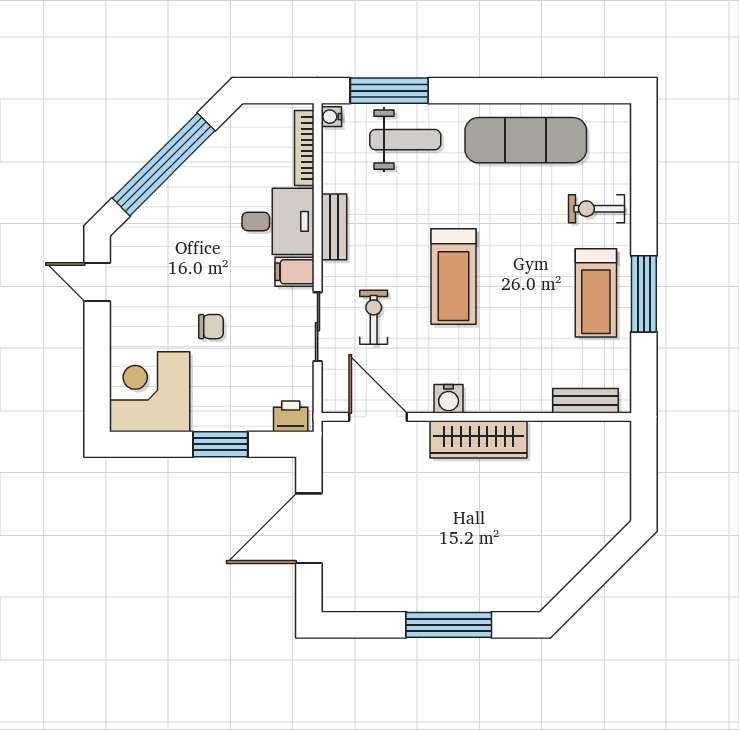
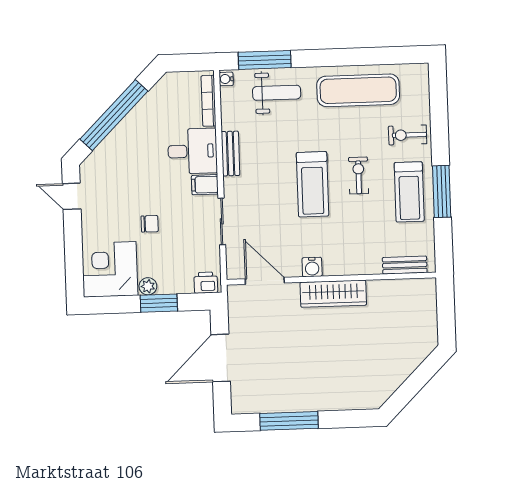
exercise bike: (374, 317) -> (359, 175), moved
plant: (205, 419) -> (148, 286), added
window: (449, 625) -> (289, 421), moved

